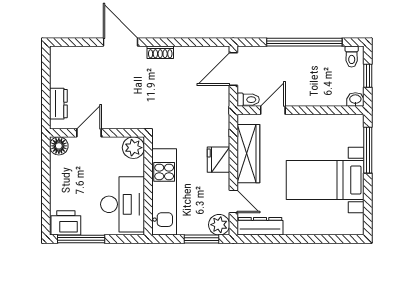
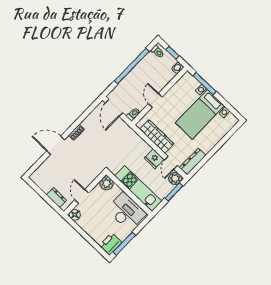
door: (273, 110) -> (155, 100), moved
fridge: (219, 160) -> (154, 159), moved
door: (233, 201) -> (171, 163), swing flipped

